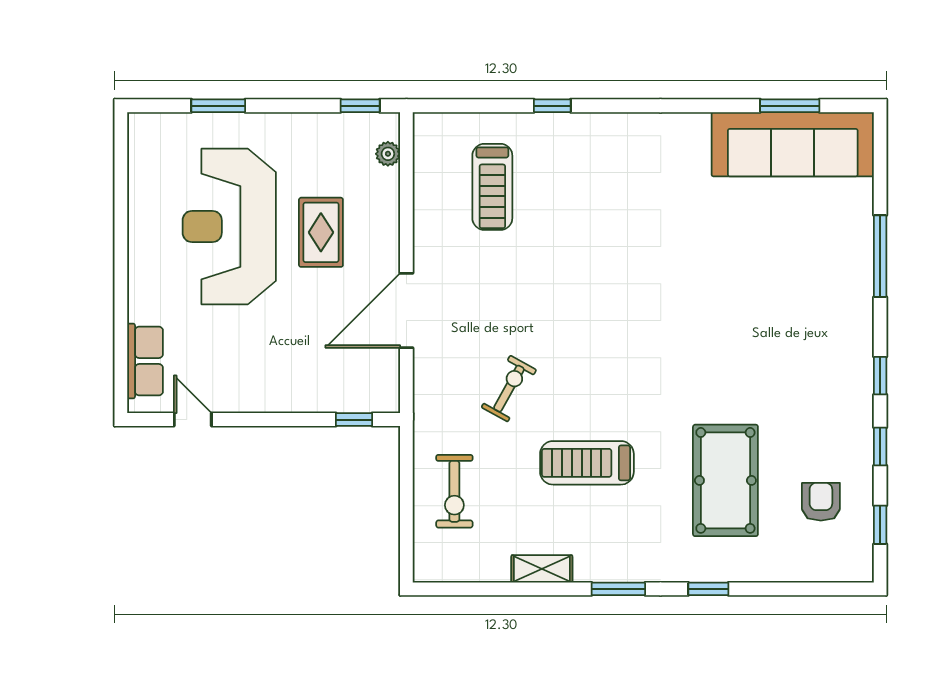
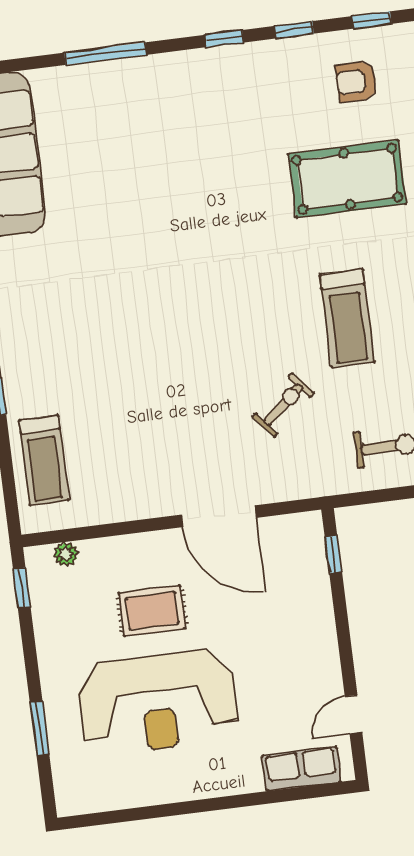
treadmill: (492, 187) -> (44, 460), moved, turned 90
exercise bike: (509, 389) -> (283, 405), turned 110

